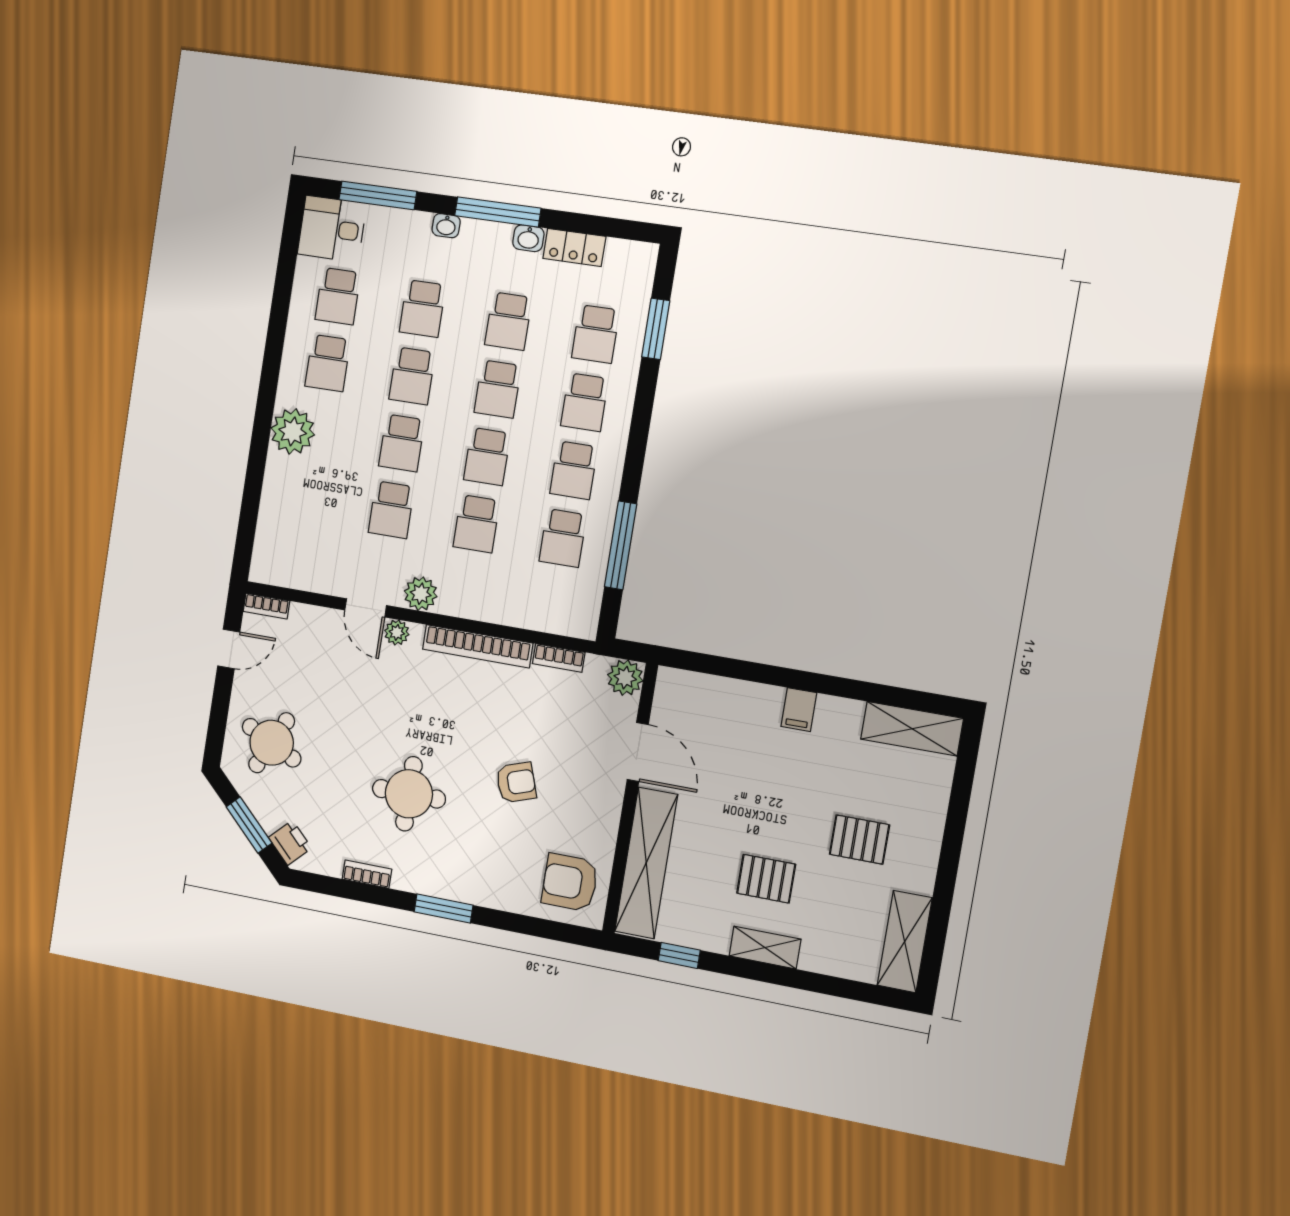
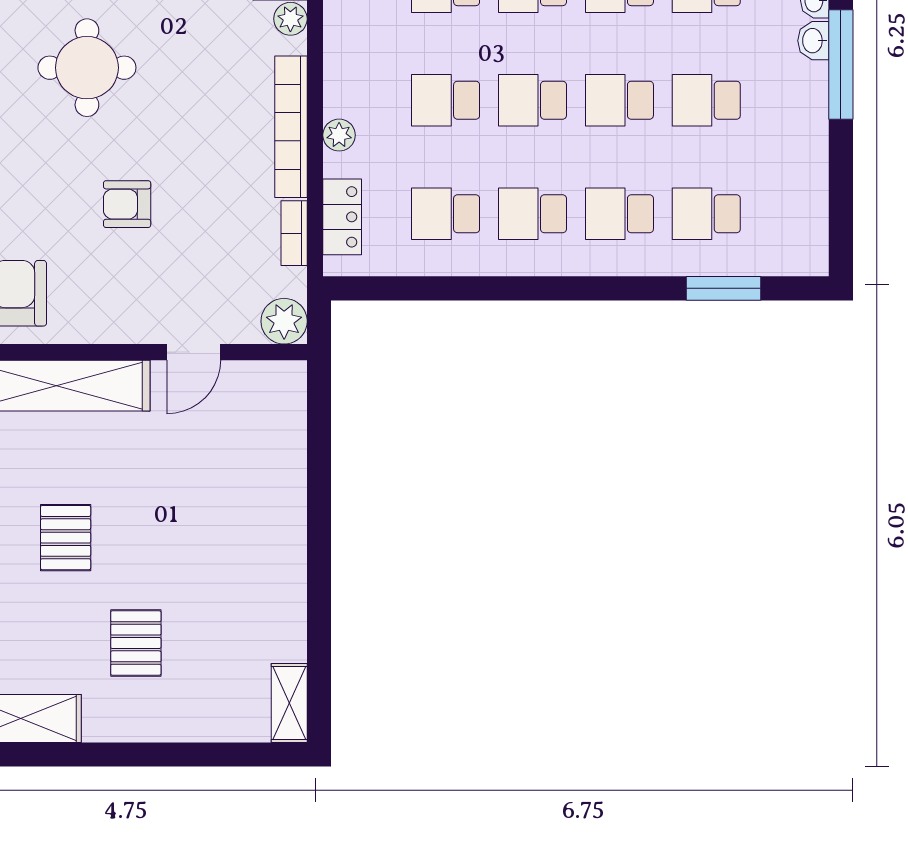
washbasin: (528, 238) -> (813, 41), moved
locker: (574, 247) -> (342, 217), moved, turned 180
window: (621, 545) -> (448, 288), removed
plant: (421, 594) -> (339, 135), moved, width x0.73, depth x0.73
filing cabinet: (799, 710) -> (282, 543), removed
shelving: (912, 729) -> (289, 703), width x0.67, depth x0.75
door: (638, 752) -> (194, 352), width x0.73
armchair: (516, 782) -> (127, 204), turned 109

